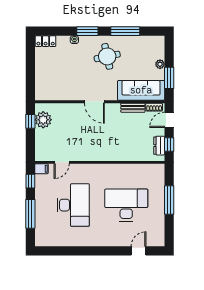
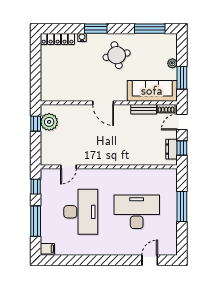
window: (125, 31) -> (150, 29), moved
locker: (46, 41) -> (58, 39), width x1.53
filing cabinet: (42, 169) -> (47, 249), moved

